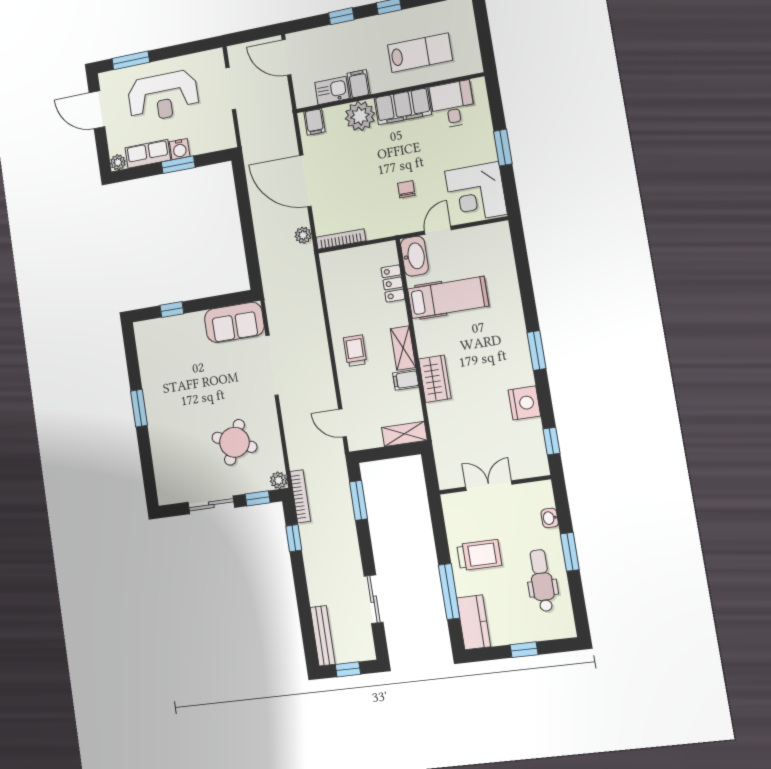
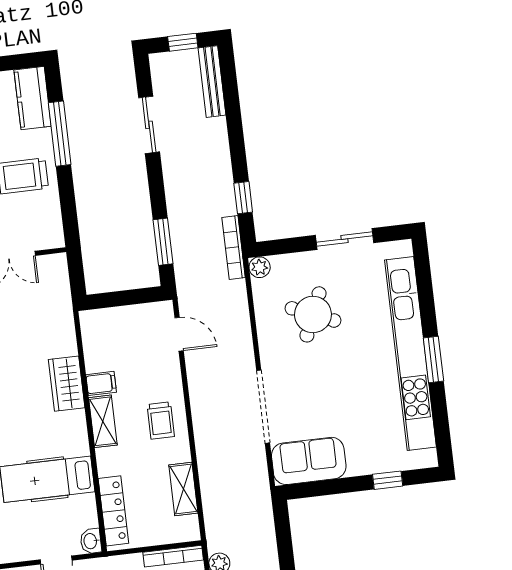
washbasin: (414, 256) -> (91, 541), width x0.52, depth x0.69
locker: (393, 283) -> (113, 511), width x1.53
kitchen unit: (157, 412) -> (411, 354), added
shelving: (404, 434) -> (183, 489), moved, turned 90
window: (258, 498) -> (286, 246), removed

